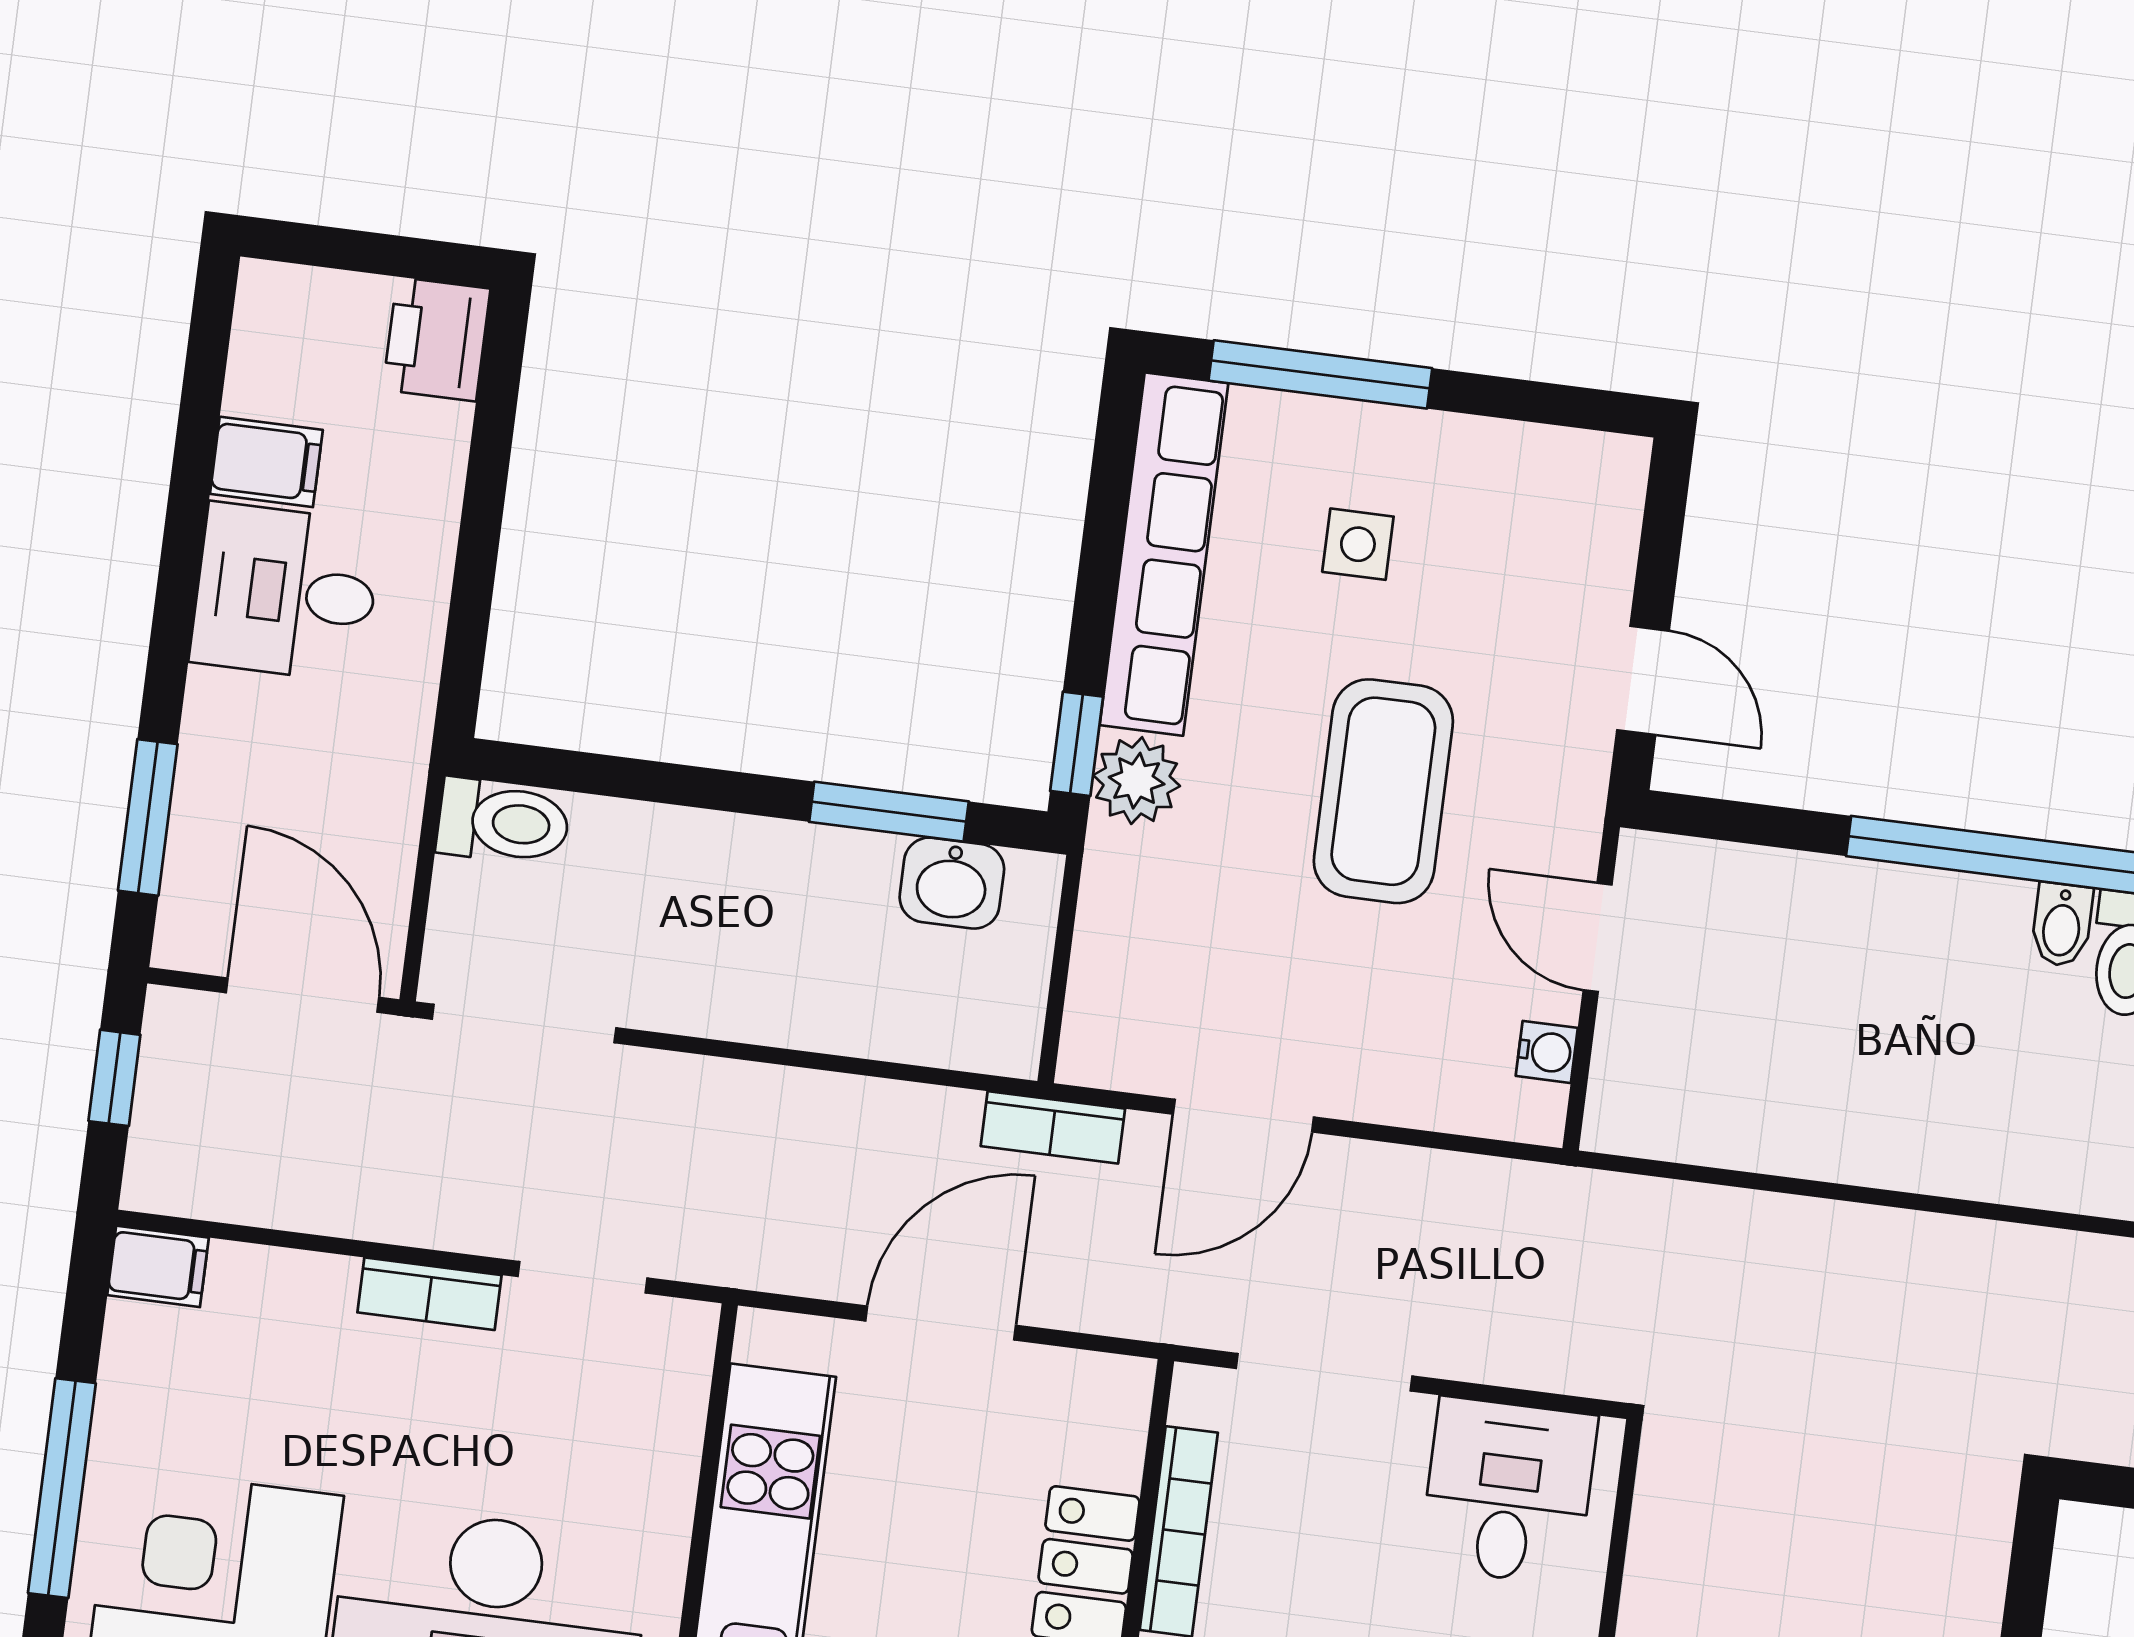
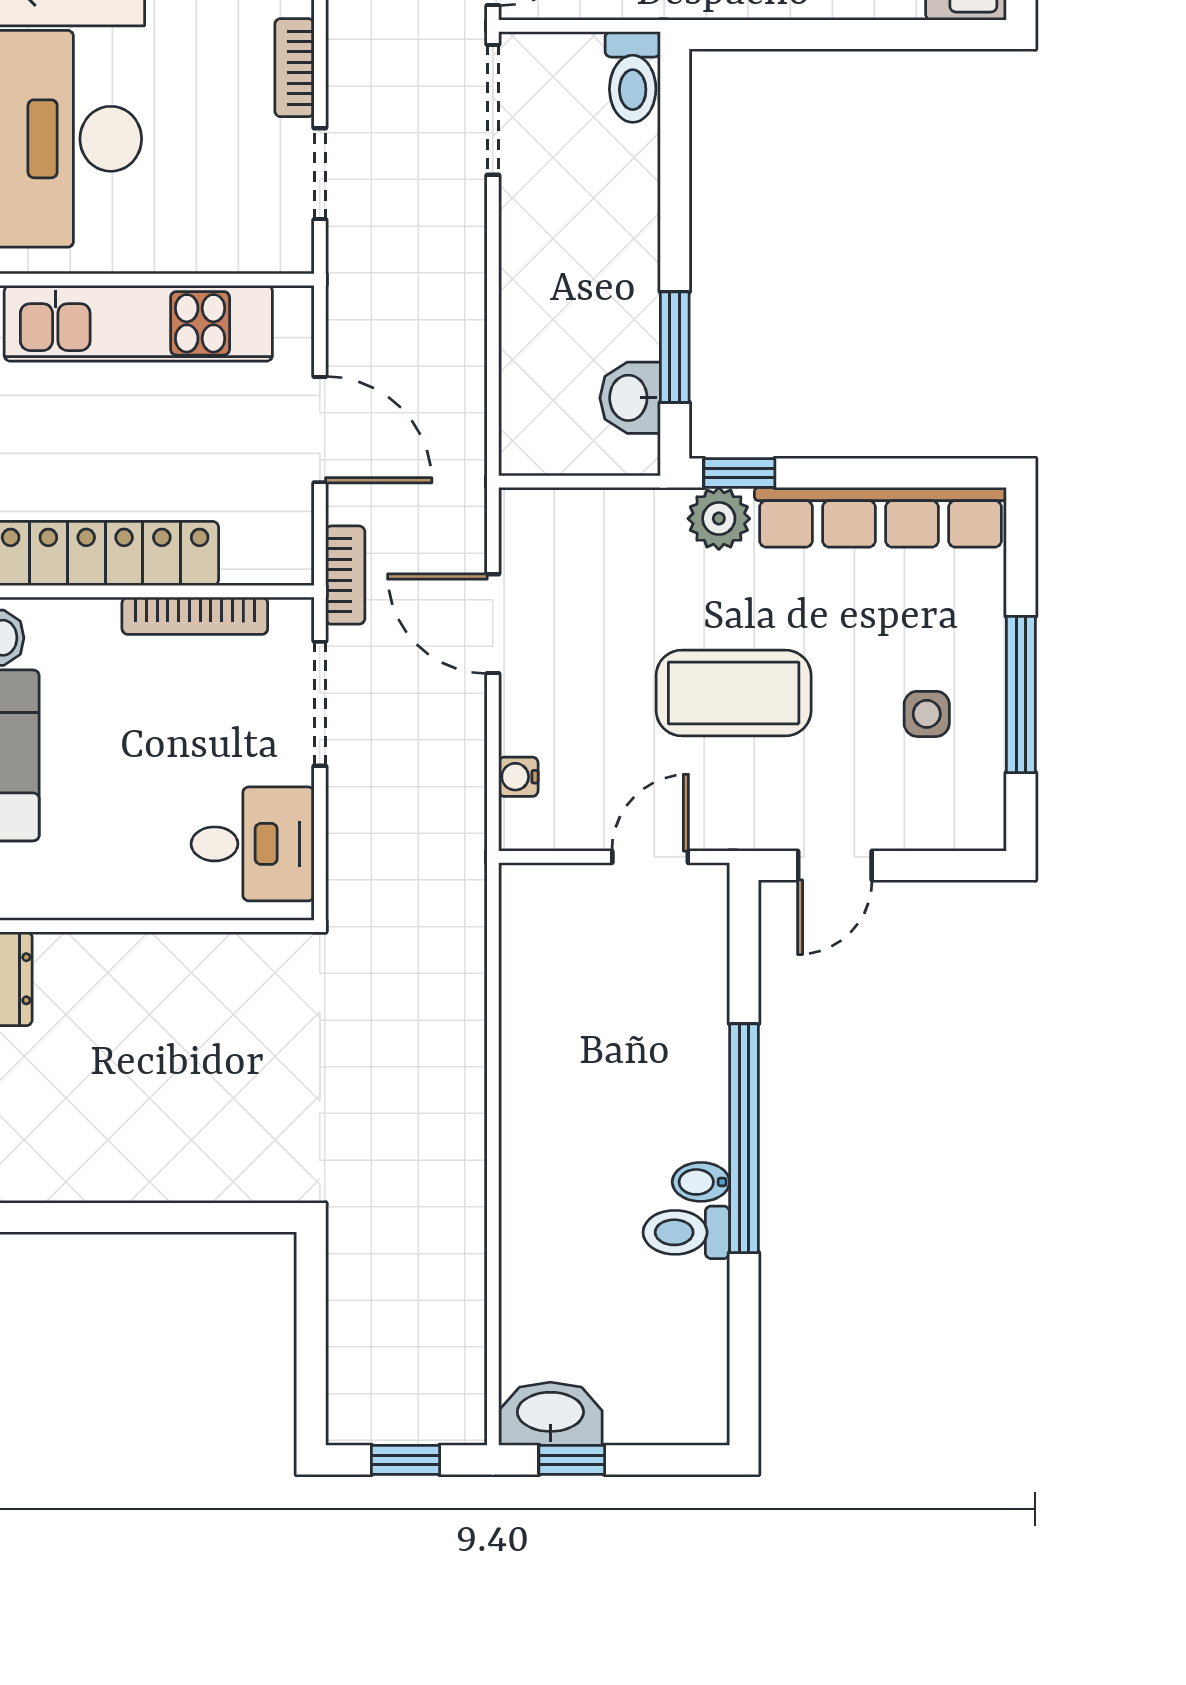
window: (1320, 374) -> (1021, 695), moved
side table: (1358, 544) -> (927, 714), moved
water cooler: (1547, 1052) -> (518, 777), moved, turned 90
bookcase: (1053, 1127) -> (345, 575), moved, turned 180

